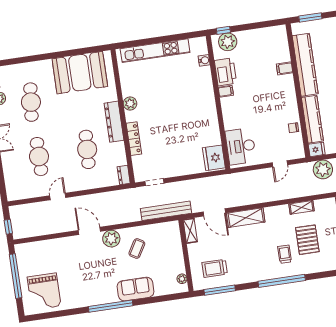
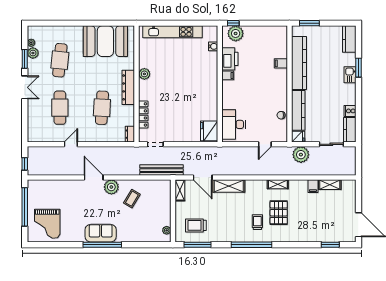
locker: (134, 139) -> (143, 114), moved
sofa: (136, 289) -> (101, 233), moved

